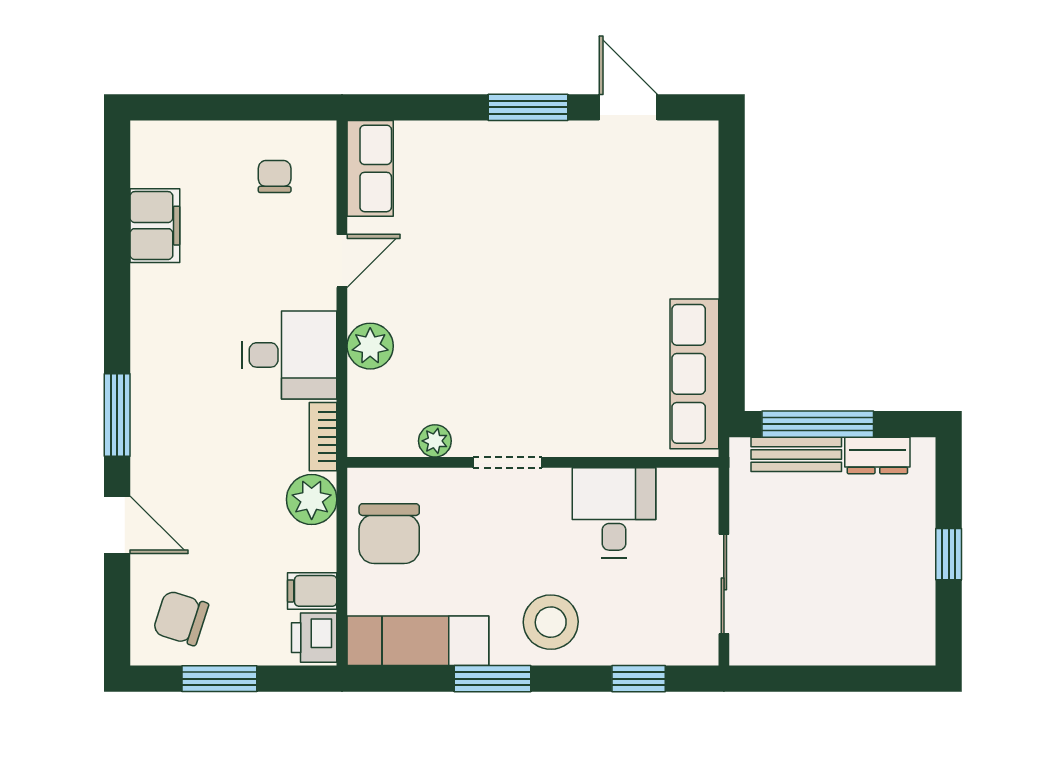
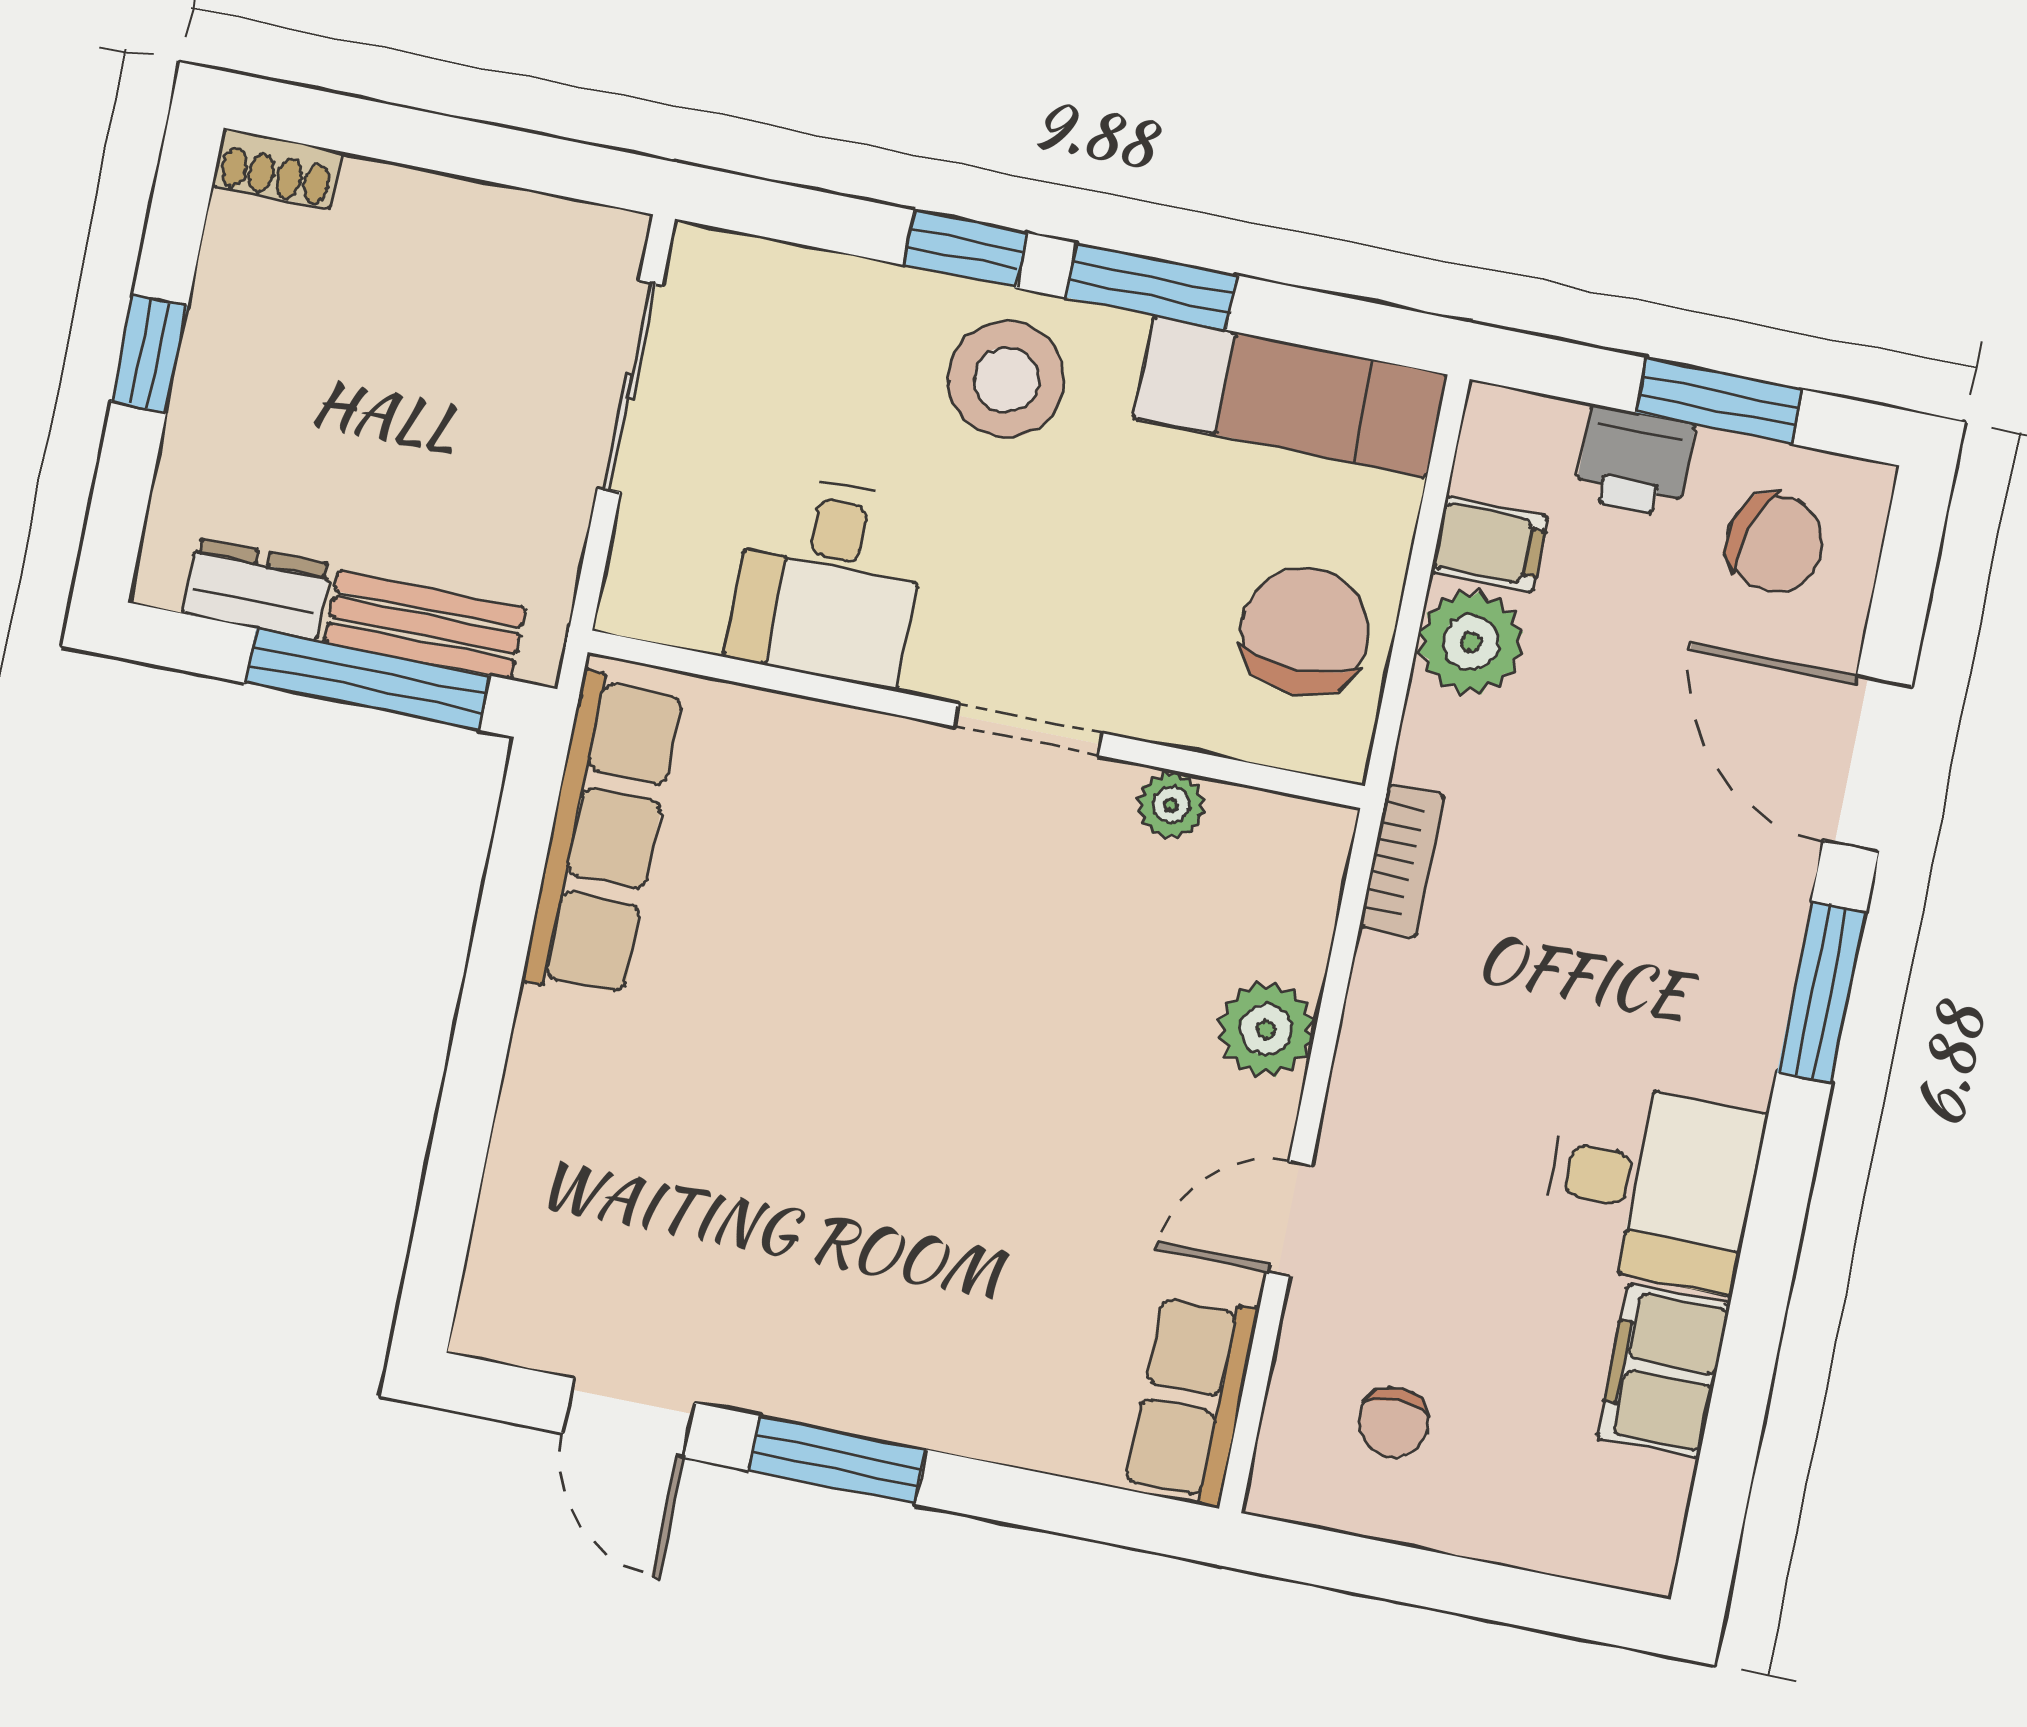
desk: (289, 355) -> (1652, 1185), moved, turned 180
plant: (312, 499) -> (1471, 642), moved
door: (117, 525) -> (1868, 764), width x1.38
printer: (314, 638) -> (1635, 461), moved, turned 90
shoe rack: (907, 652) -> (277, 168), added
window: (639, 679) -> (965, 249), moved

